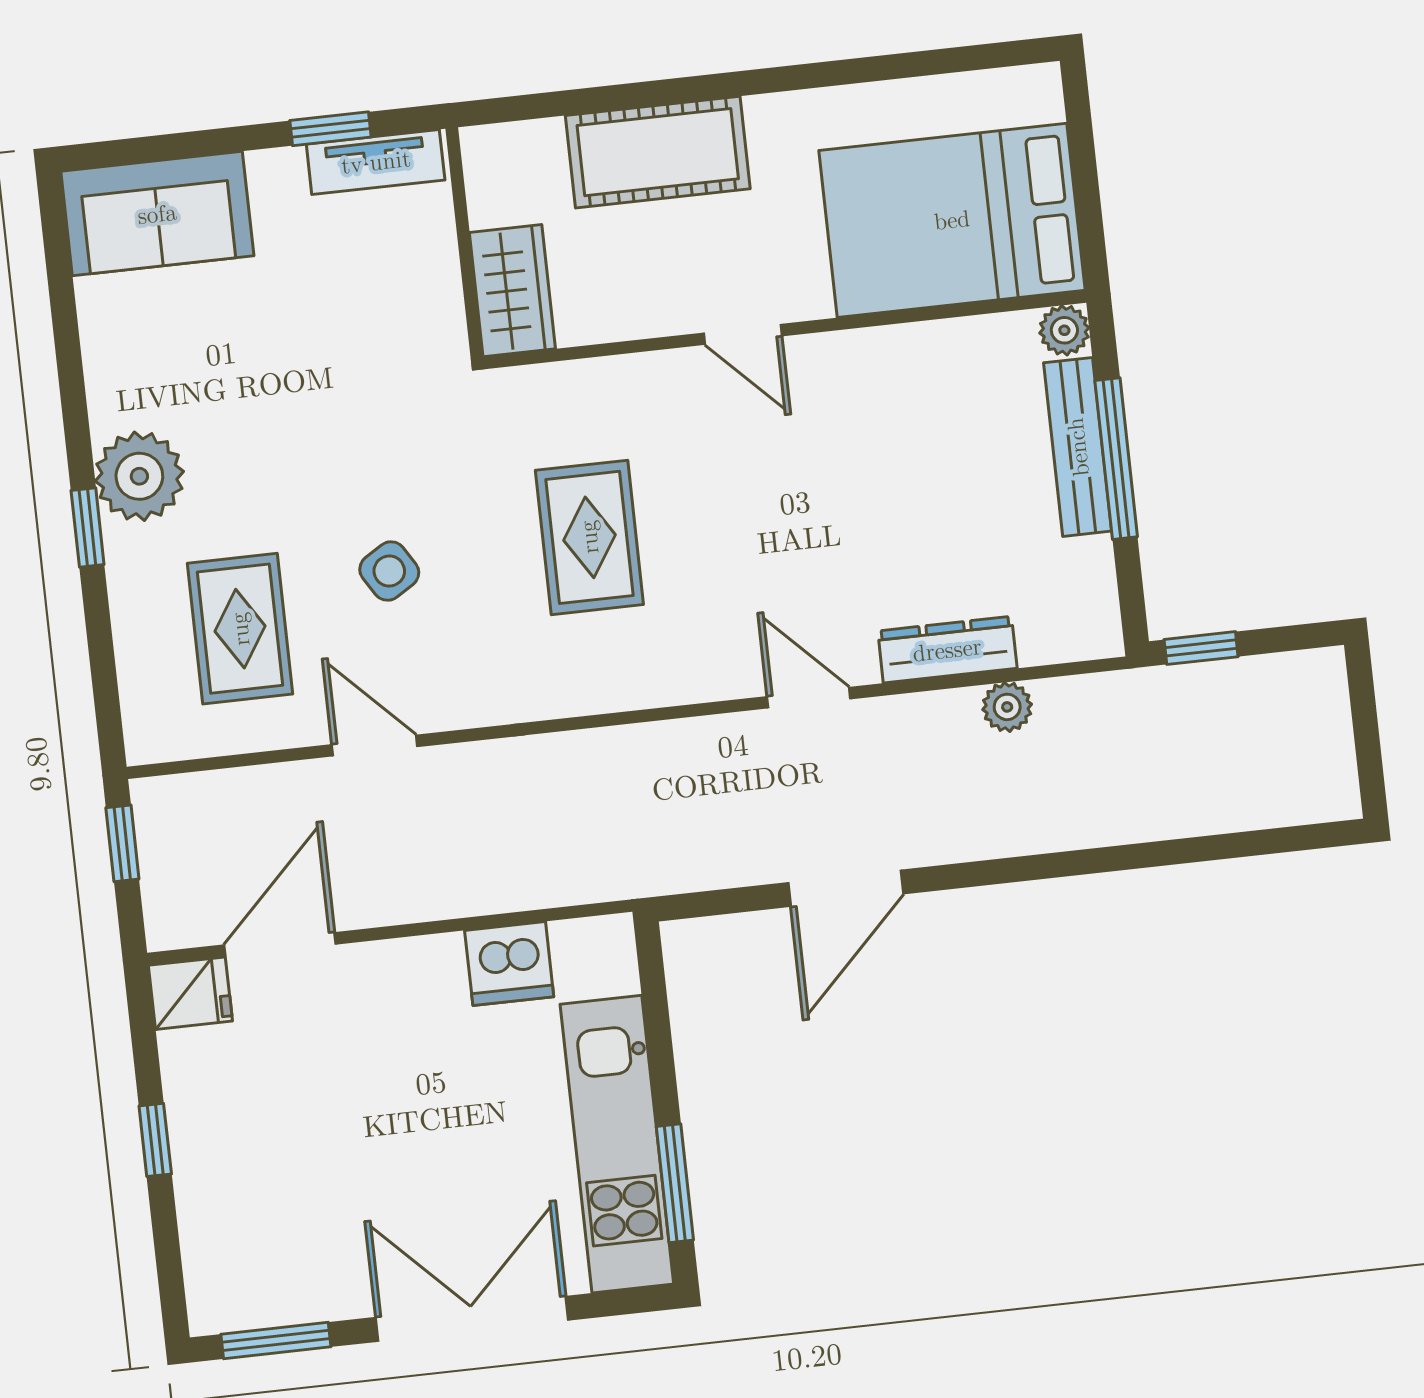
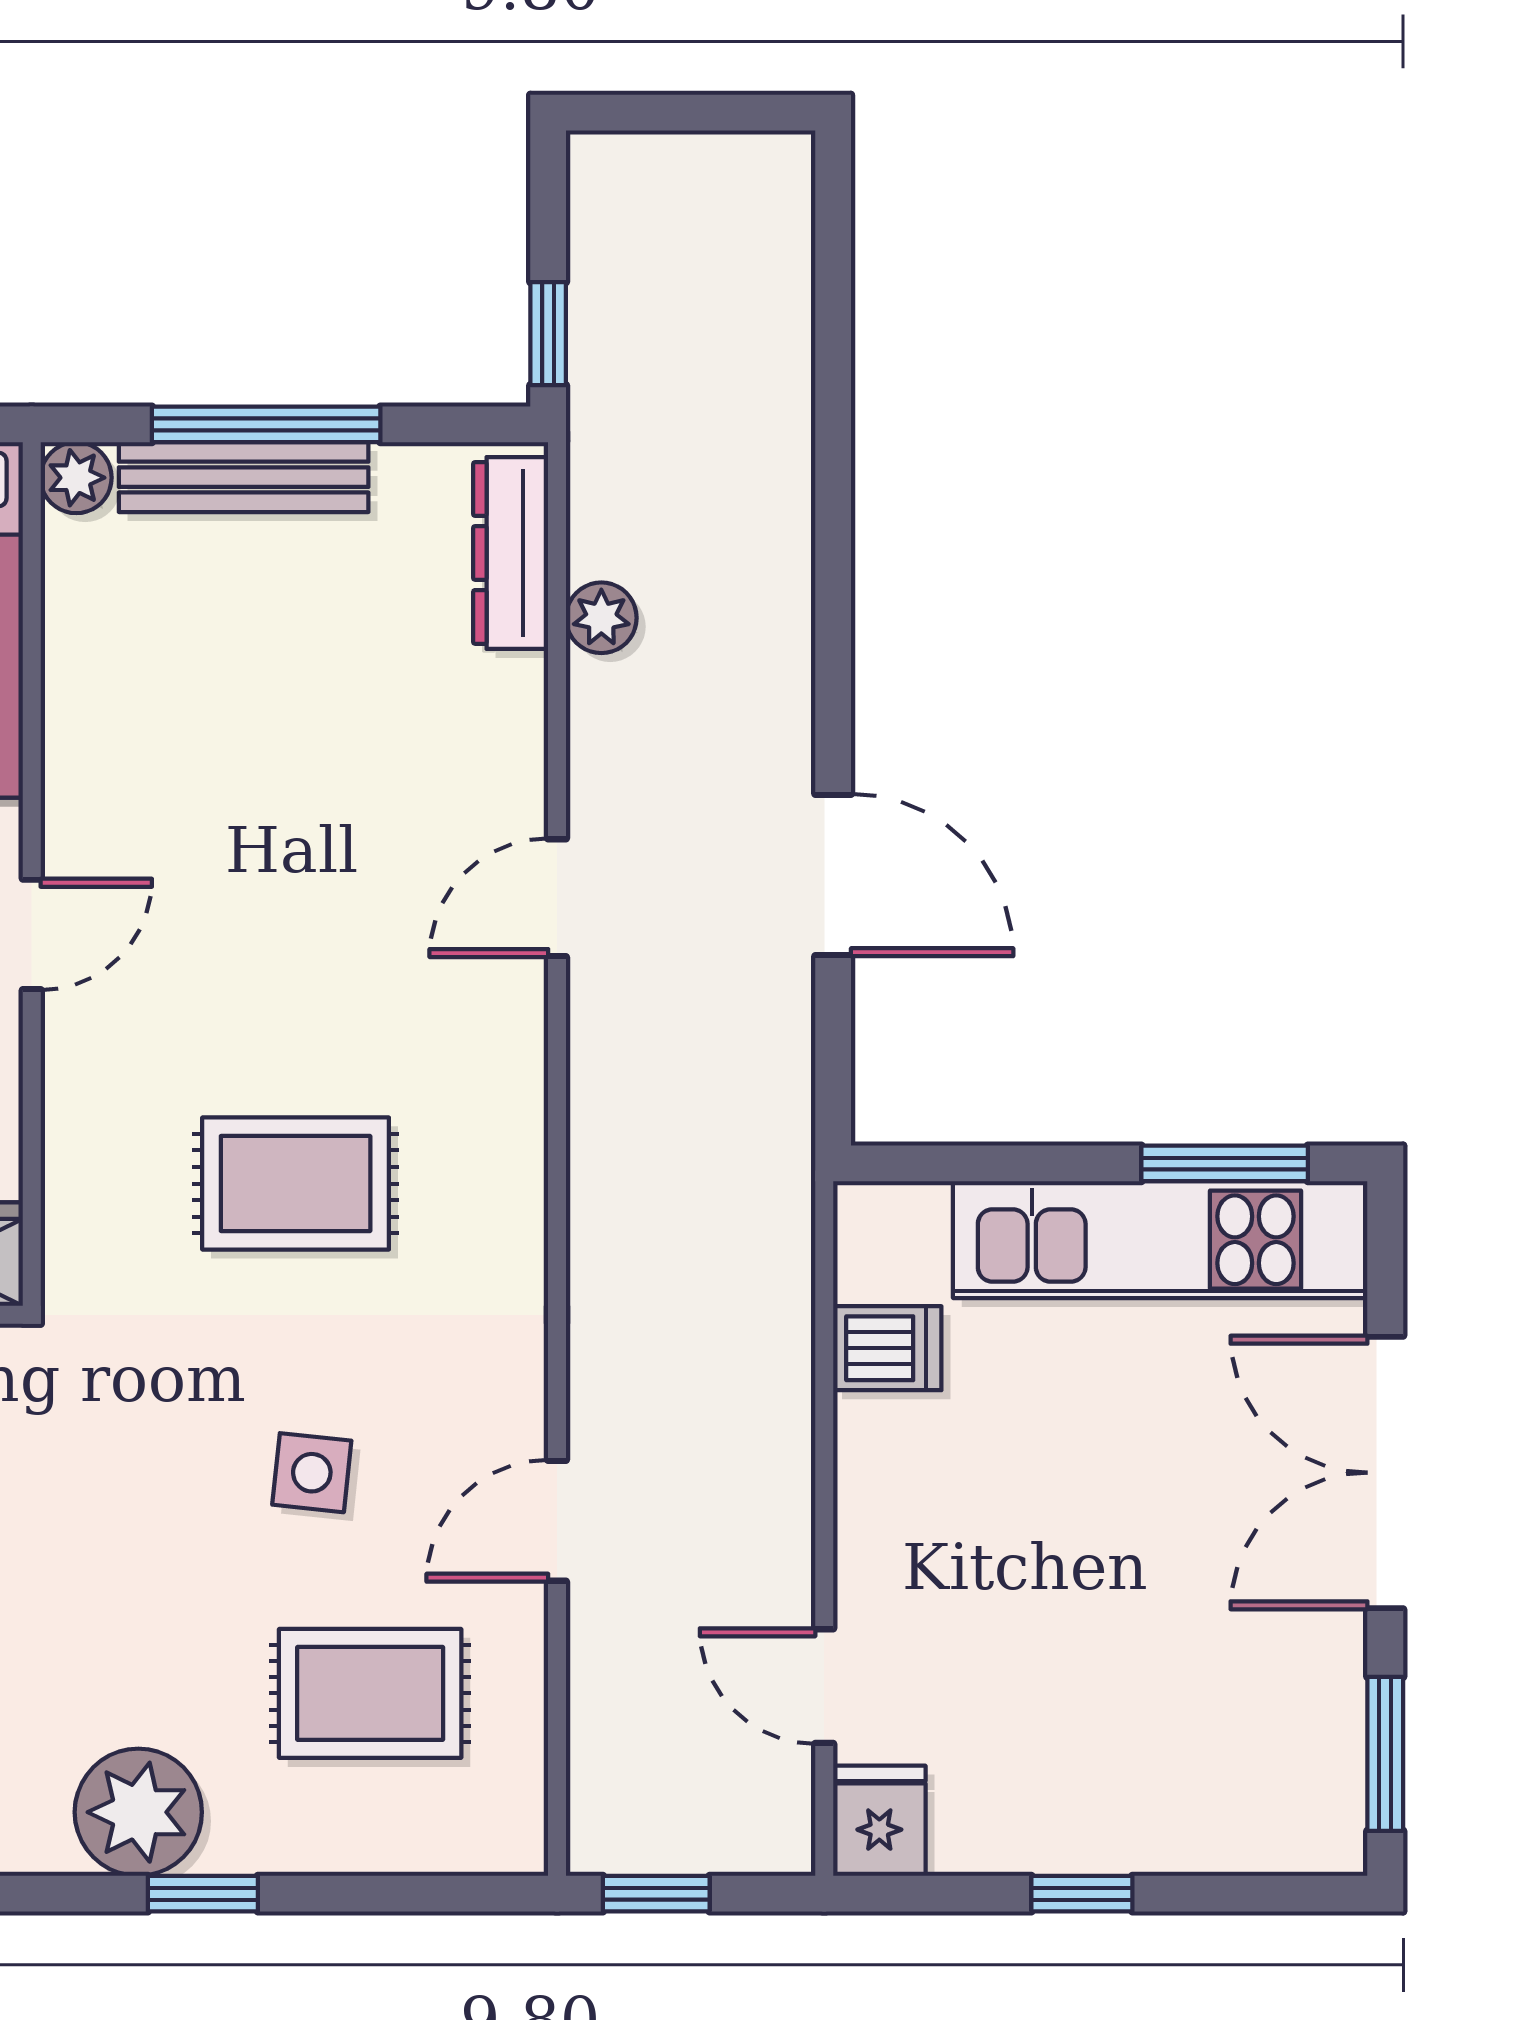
side table: (389, 571) -> (312, 1473), turned 38
dresser: (947, 650) -> (511, 553), moved
door: (280, 944) -> (824, 1686), width x0.73
dishwasher: (509, 964) -> (887, 1348), width x0.73

